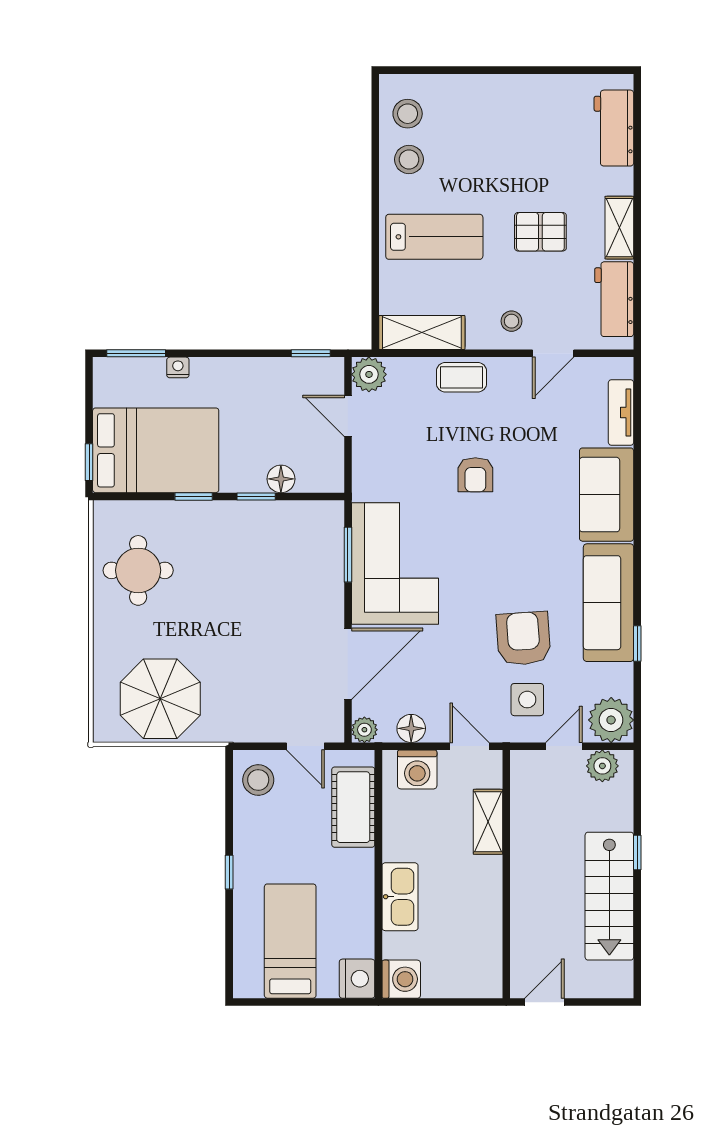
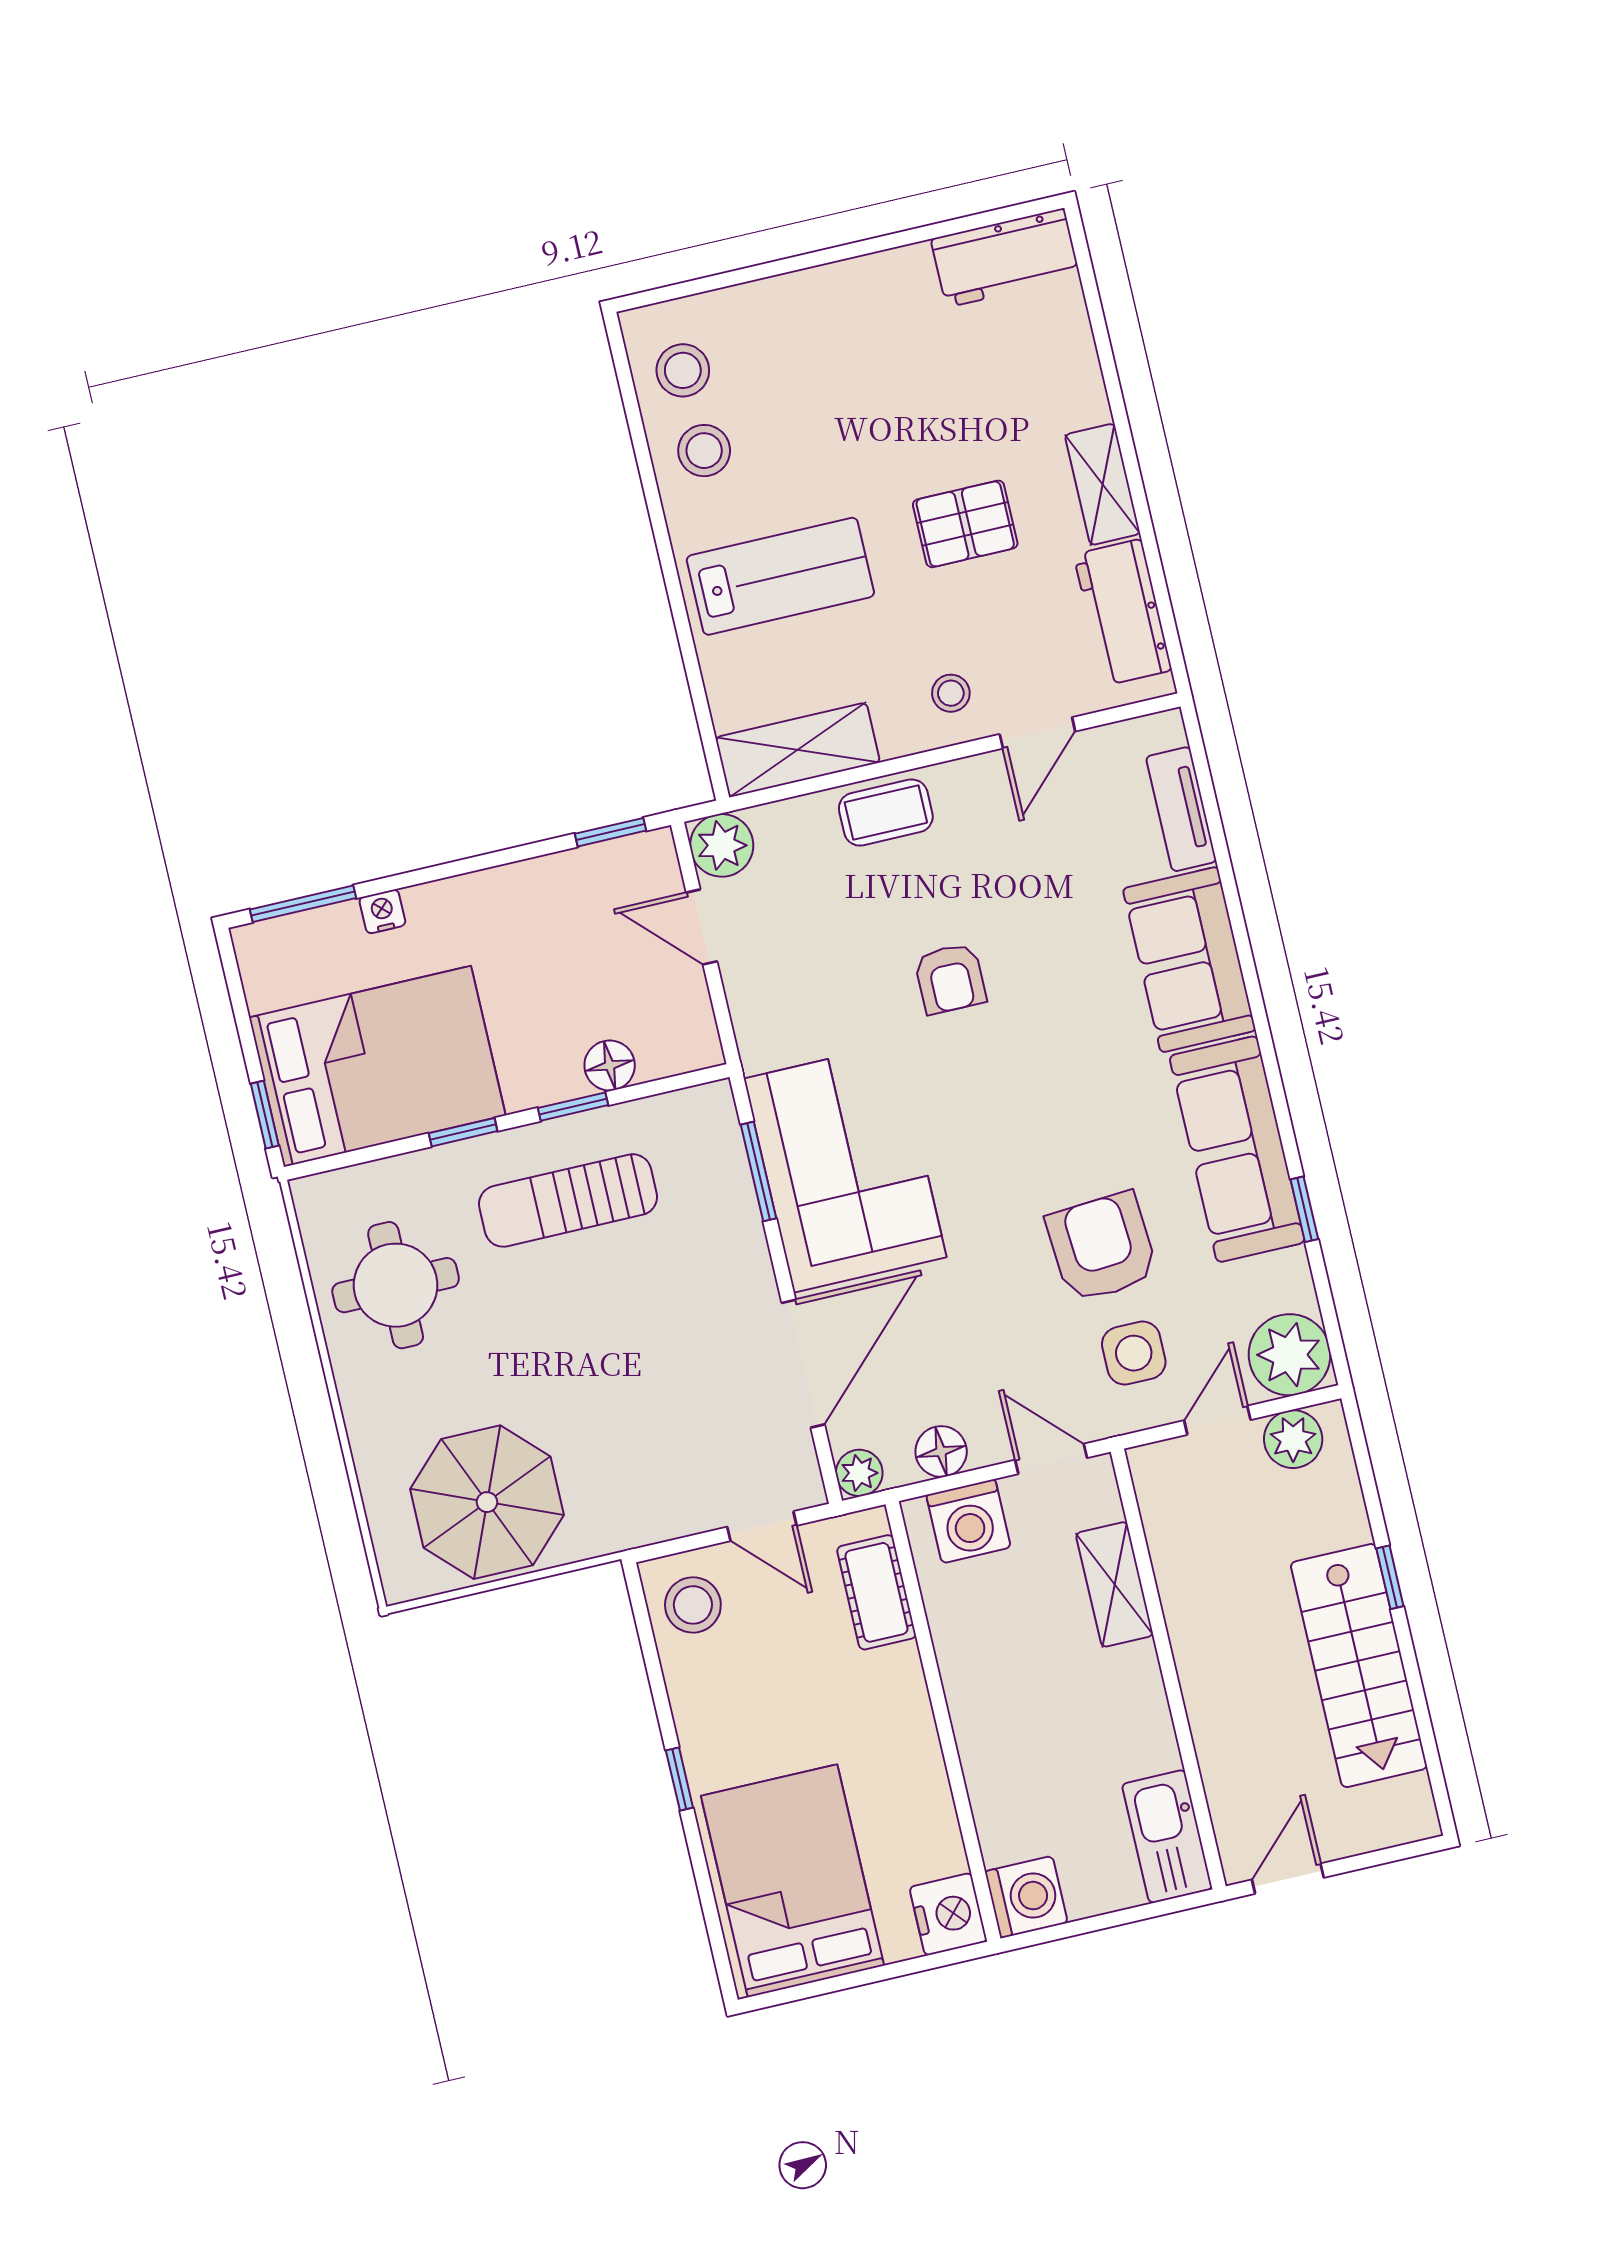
workbench: (614, 128) -> (1005, 258), moved, turned -90
sun lounger: (242, 546) -> (568, 1200), added
cot: (353, 807) -> (876, 1592), width x0.73, depth x0.75
kitchen sink: (400, 897) -> (1167, 1836), moved, turned 180
bed: (290, 941) -> (792, 1881), width x1.50

